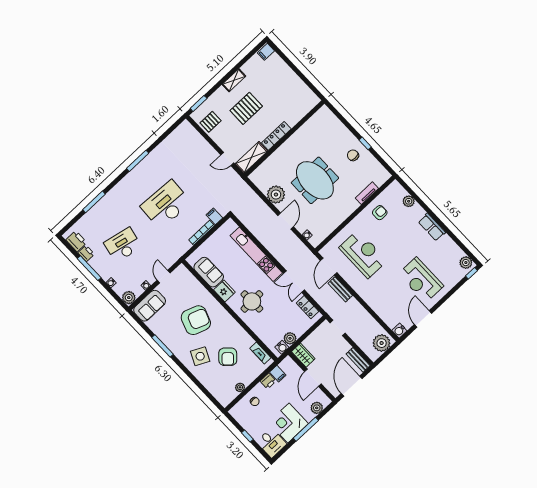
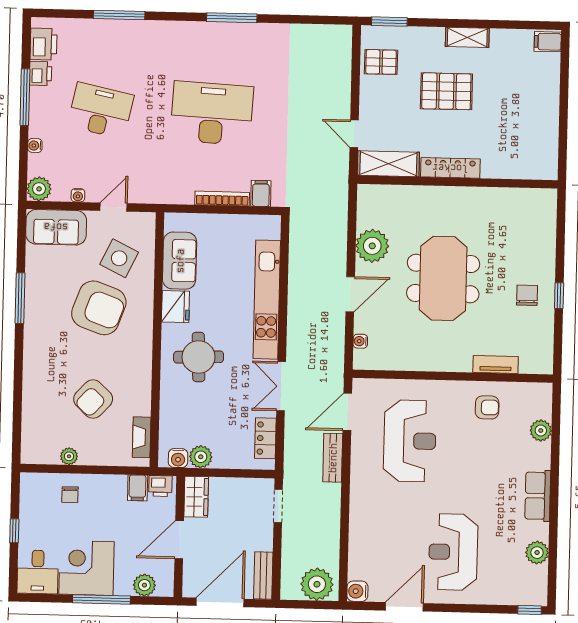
plant: (466, 263) -> (537, 553), moved
side table: (200, 356) -> (119, 258), moved
printer: (268, 381) -> (160, 486), moved

